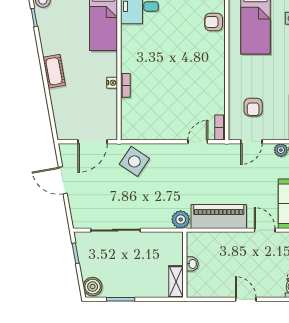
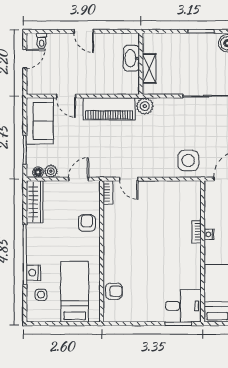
armchair: (253, 107) -> (87, 223), moved
door: (198, 142) -> (129, 179), hinge flipped
side table: (134, 161) -> (188, 161), turned -34
washbasin: (192, 264) -> (131, 58), width x1.91, depth x1.45
shelving: (176, 282) -> (149, 69), moved

